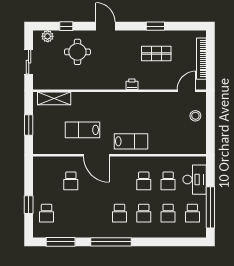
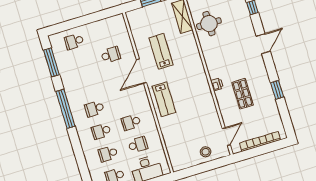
round table: (77, 52) -> (209, 24), moved
shop shelf: (156, 54) -> (242, 94), moved
door: (187, 91) -> (226, 137), hinge flipped
school desk: (71, 181) -> (111, 55), turned 180
school desk: (168, 181) -> (138, 145), turned 180
window: (29, 205) -> (77, 22), removed

